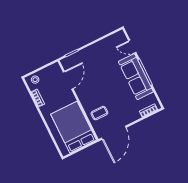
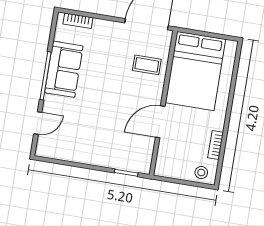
door: (132, 46) -> (38, 123), hinge flipped
sofa: (136, 77) -> (64, 69), width x0.73
door: (68, 80) -> (160, 122), moved

